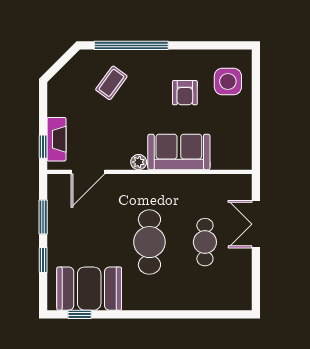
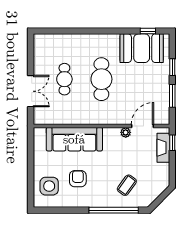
sofa: (179, 152) -> (74, 139), width x1.36
plant: (139, 162) -> (126, 132), moved

